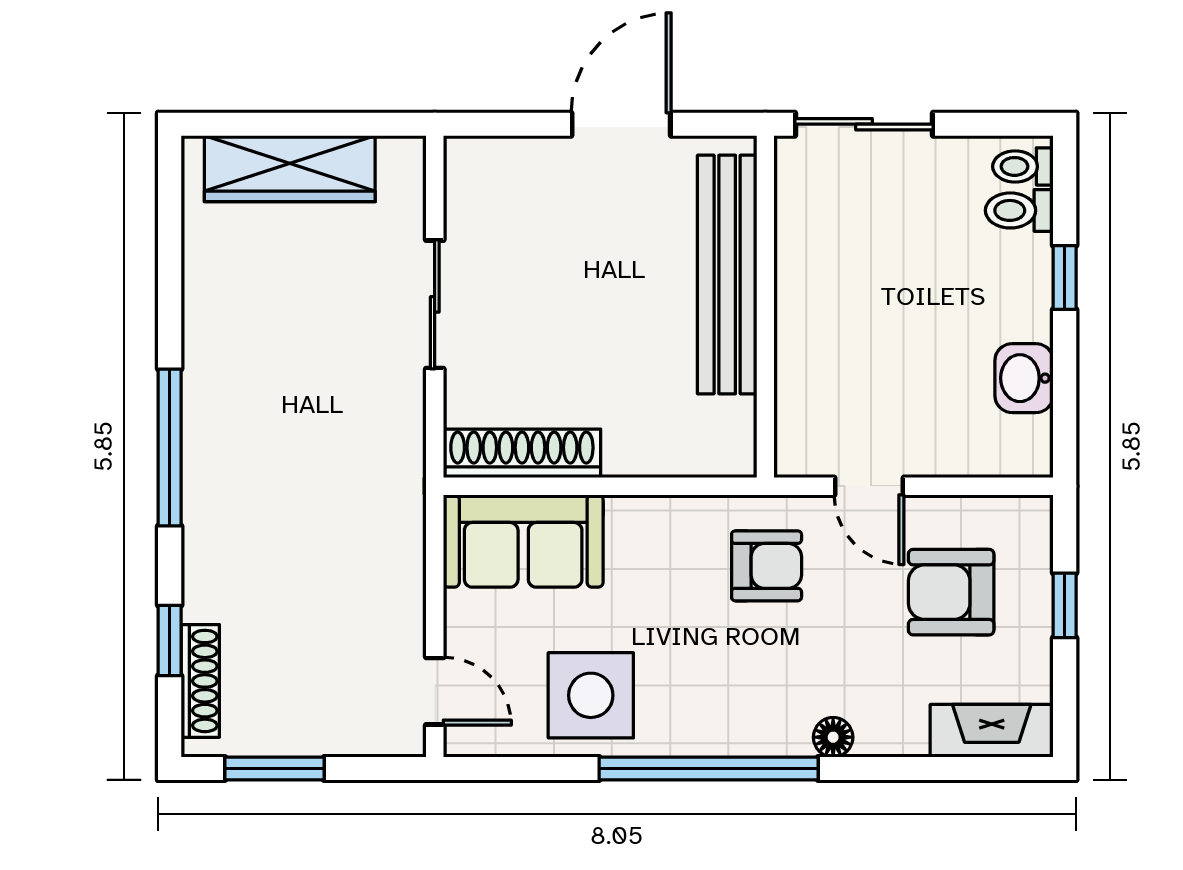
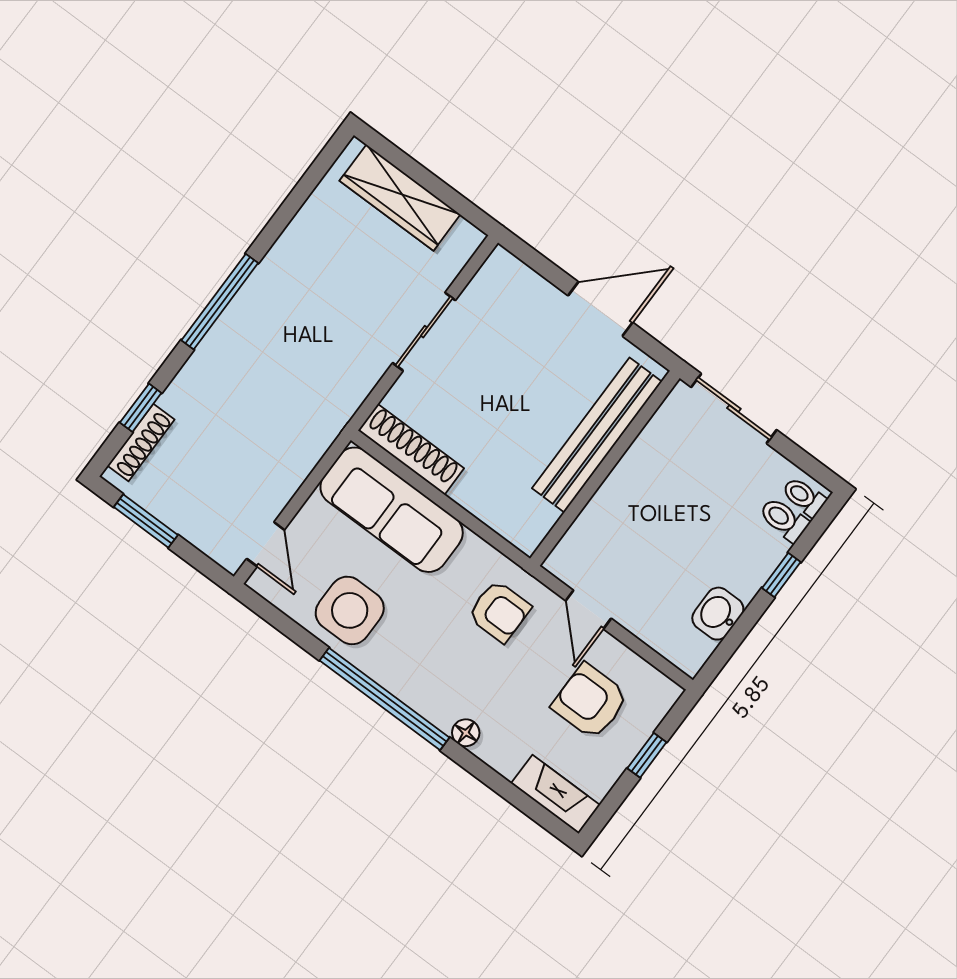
sofa: (523, 541) -> (392, 510), width x1.36

